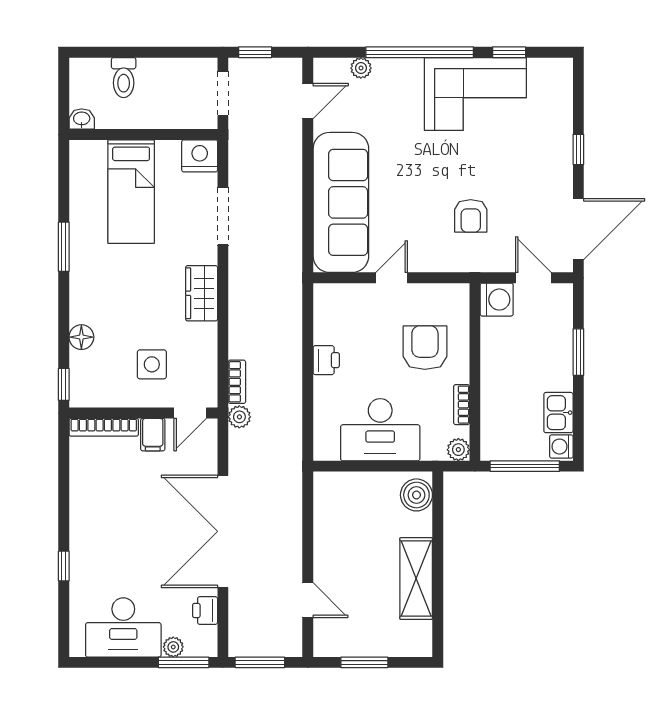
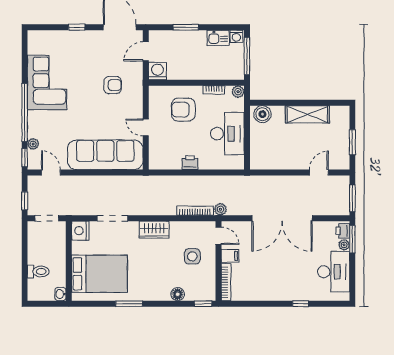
window: (509, 52) -> (25, 158), moved
bed: (131, 192) -> (99, 274), width x1.50
bookcase: (237, 382) -> (195, 211), width x1.56
printer: (205, 611) -> (343, 231), moved, turned 90

